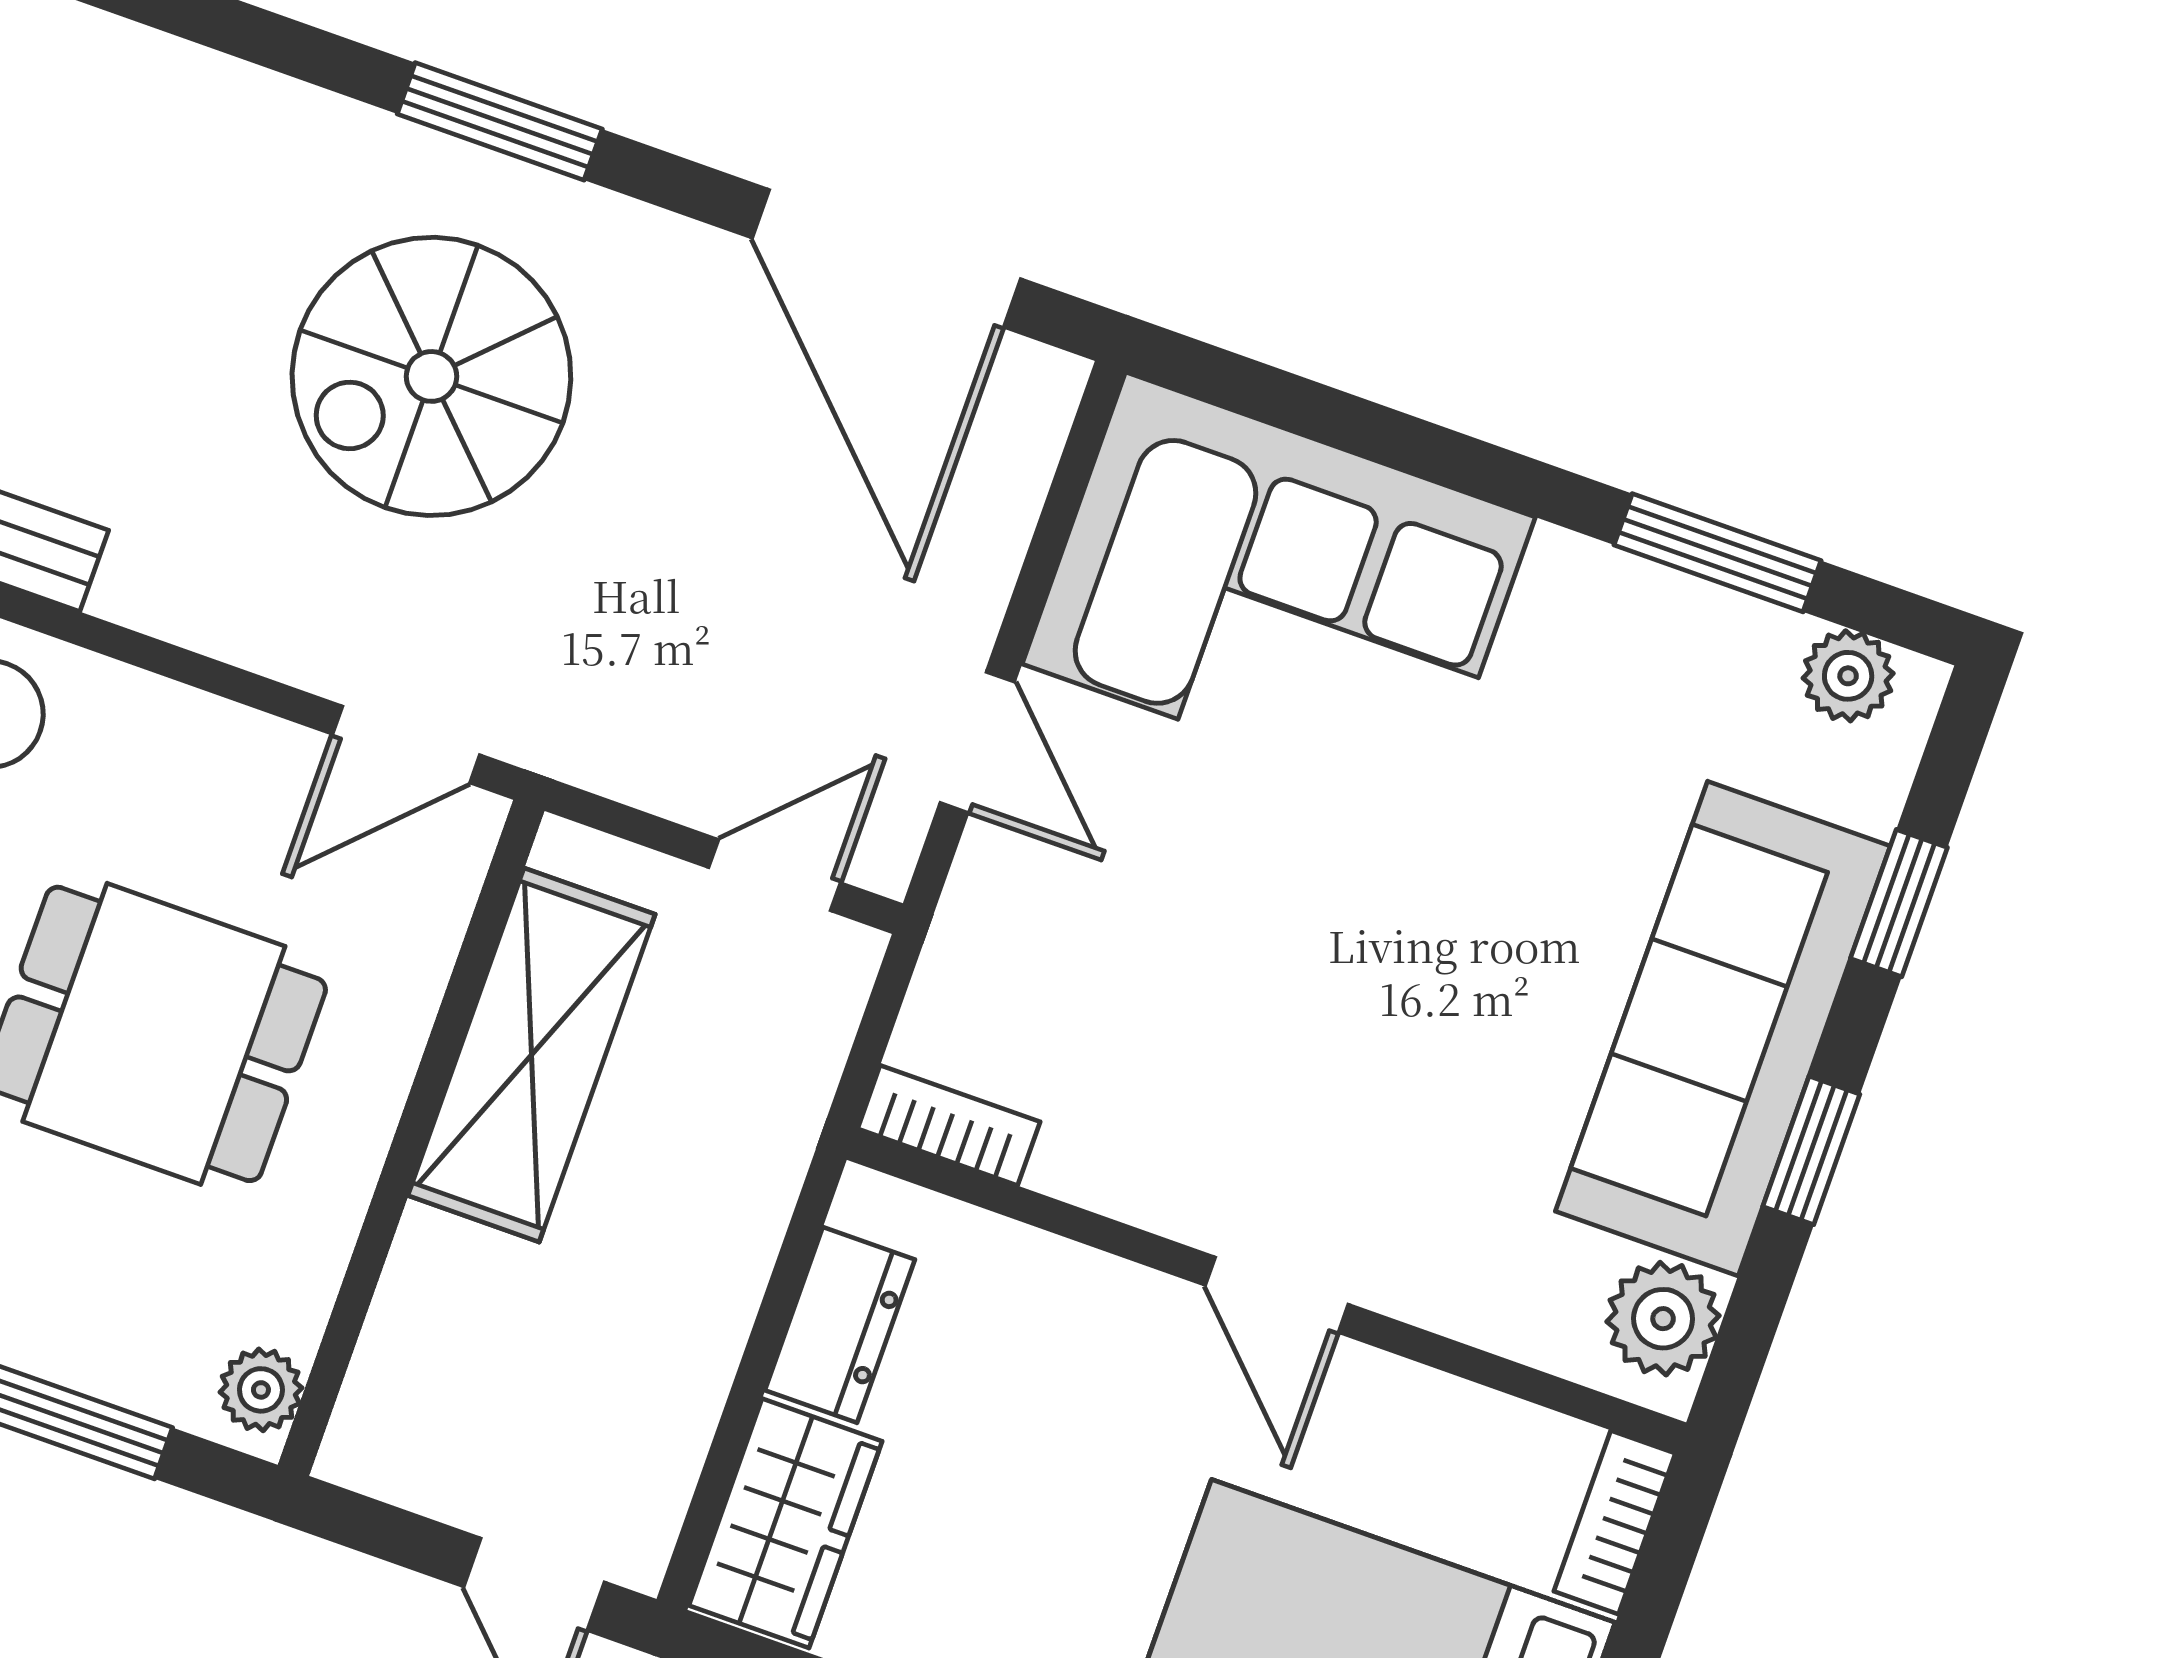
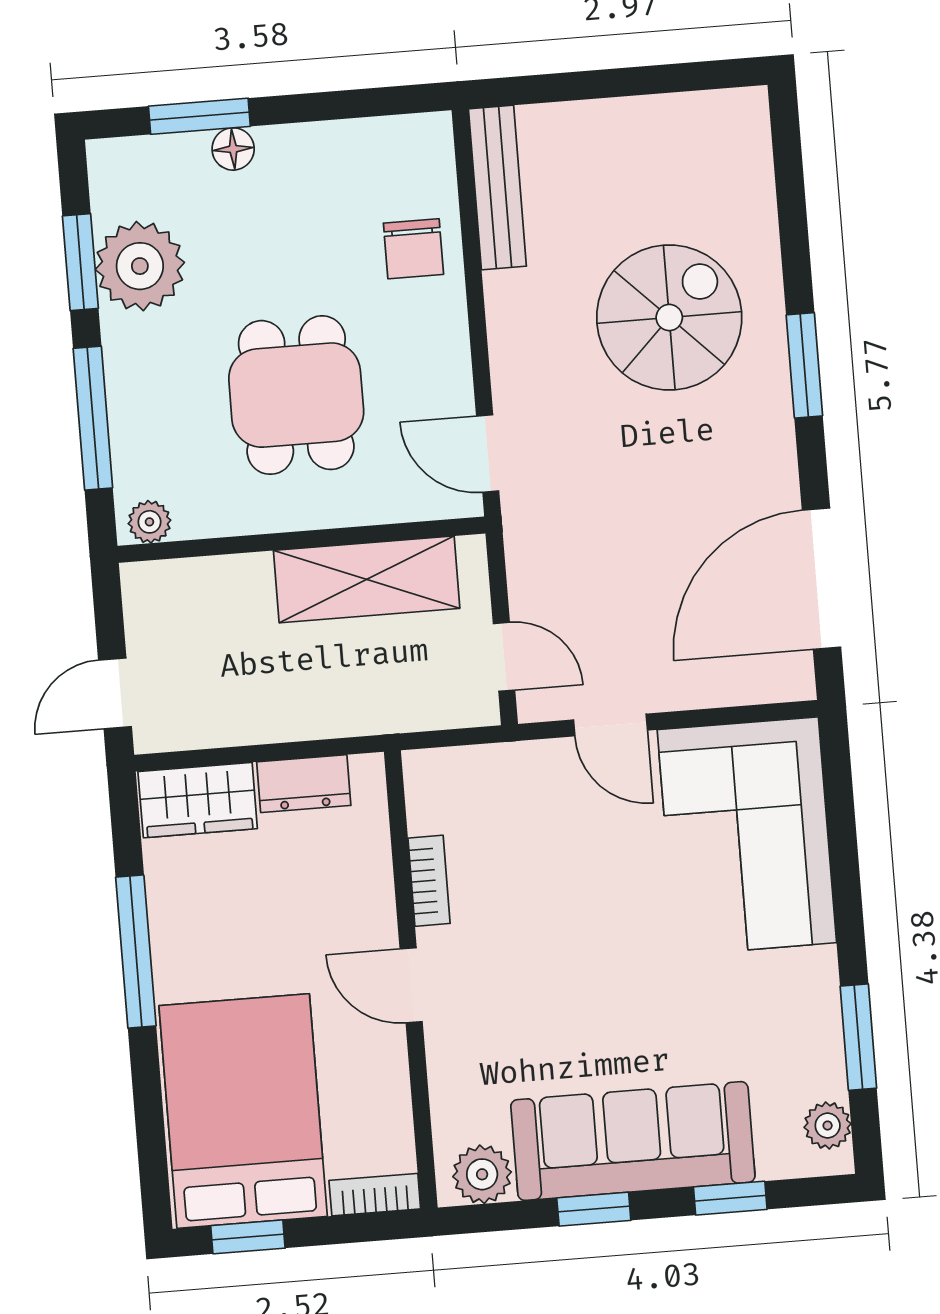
spiral stairs: (431, 376) -> (669, 317), moved, turned 90
door: (977, 742) -> (610, 725), hinge flipped
bookcase: (949, 1125) -> (429, 881), moved
door: (1277, 1295) -> (411, 985), hinge flipped

